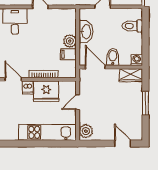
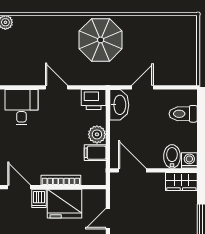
printer: (67, 16) -> (94, 100), added
washbasin: (86, 32) -> (119, 105), moved
bidet: (113, 57) -> (172, 156), moved

